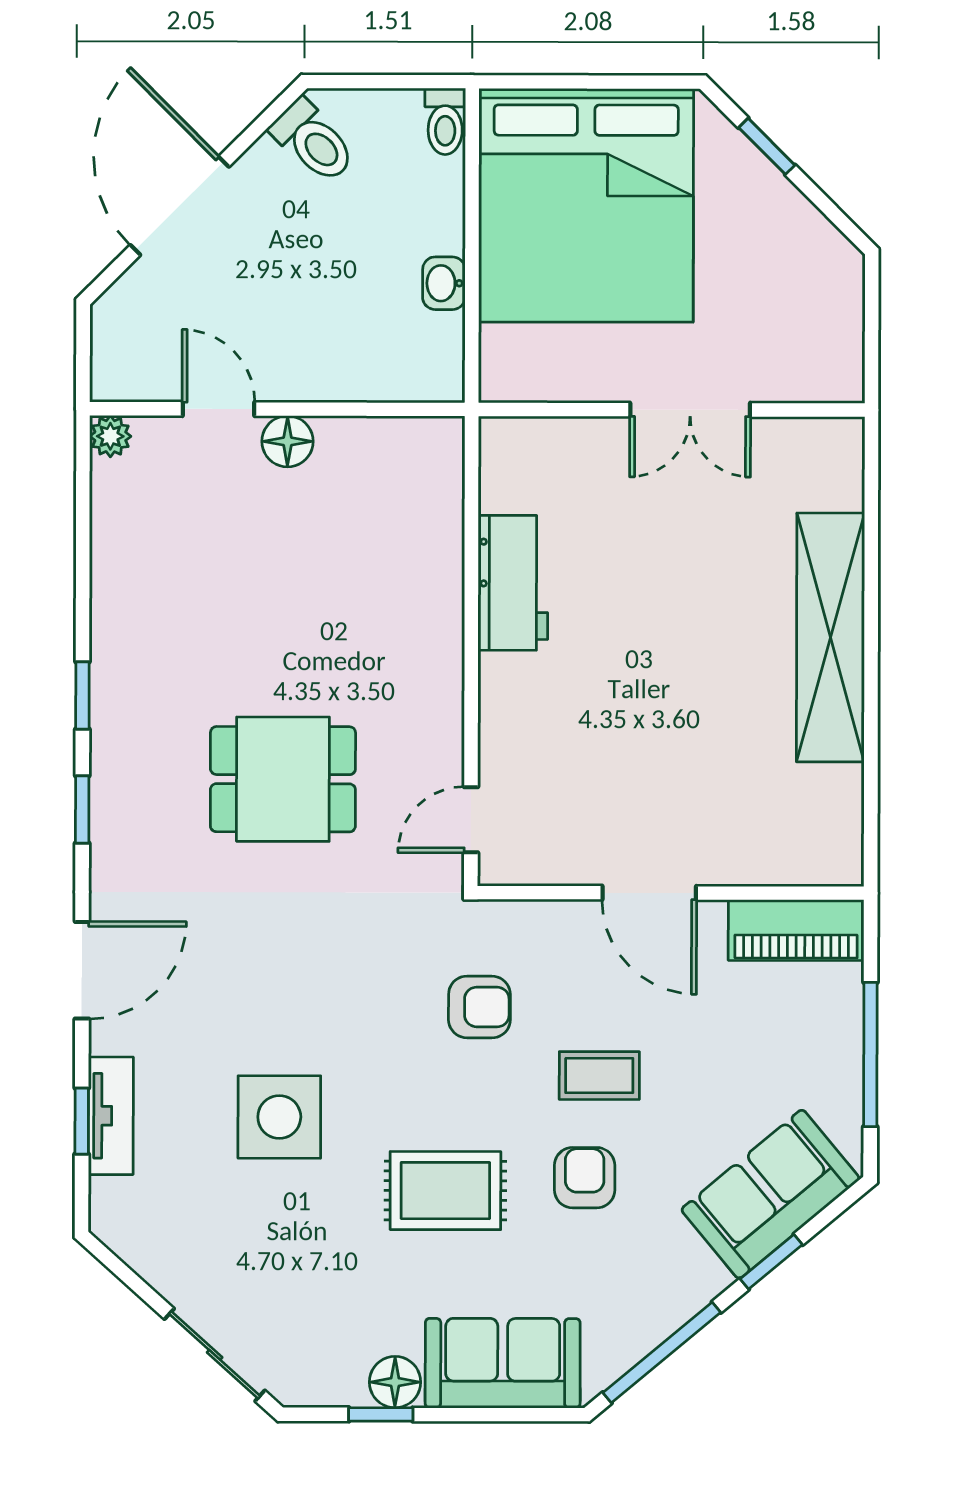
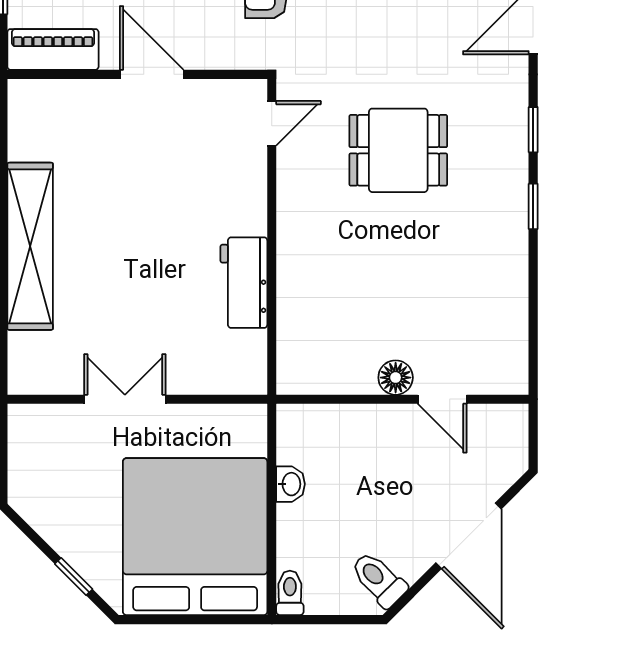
plant: (110, 436) -> (515, 381), removed

